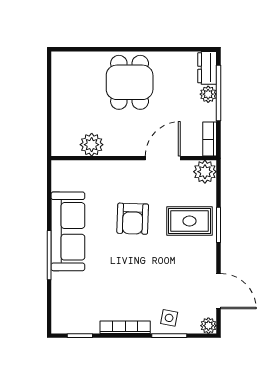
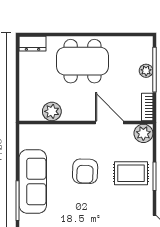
dresser: (207, 68) -> (33, 44), moved, turned -90
dining table: (130, 82) -> (83, 61), width x1.38
door: (163, 158) -> (109, 122), hinge flipped

